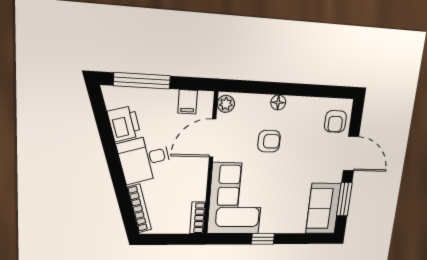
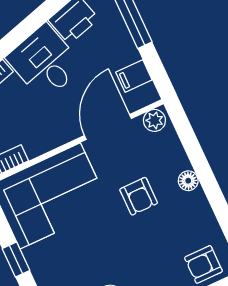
door: (213, 138) -> (108, 127), hinge flipped

